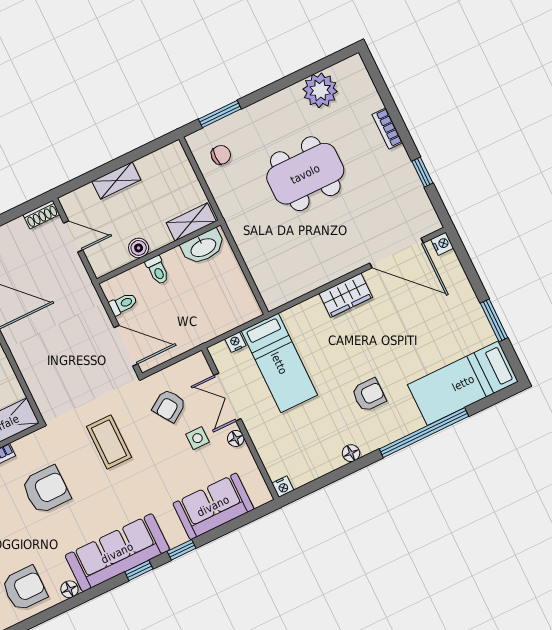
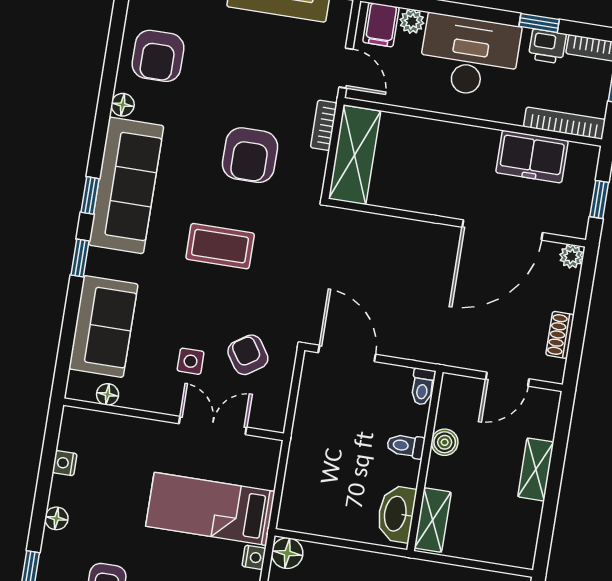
shoe rack: (41, 215) -> (560, 335), moved
floor lamp: (274, 297) -> (287, 553), added
toilet: (123, 304) -> (423, 387), moved
nightstand: (235, 342) -> (254, 557), moved
door: (126, 346) -> (347, 353), swing flipped
floor lamp: (236, 438) -> (108, 394), moved
coffee table: (109, 442) -> (220, 246), moved
nightstand: (283, 487) -> (65, 463), moved

